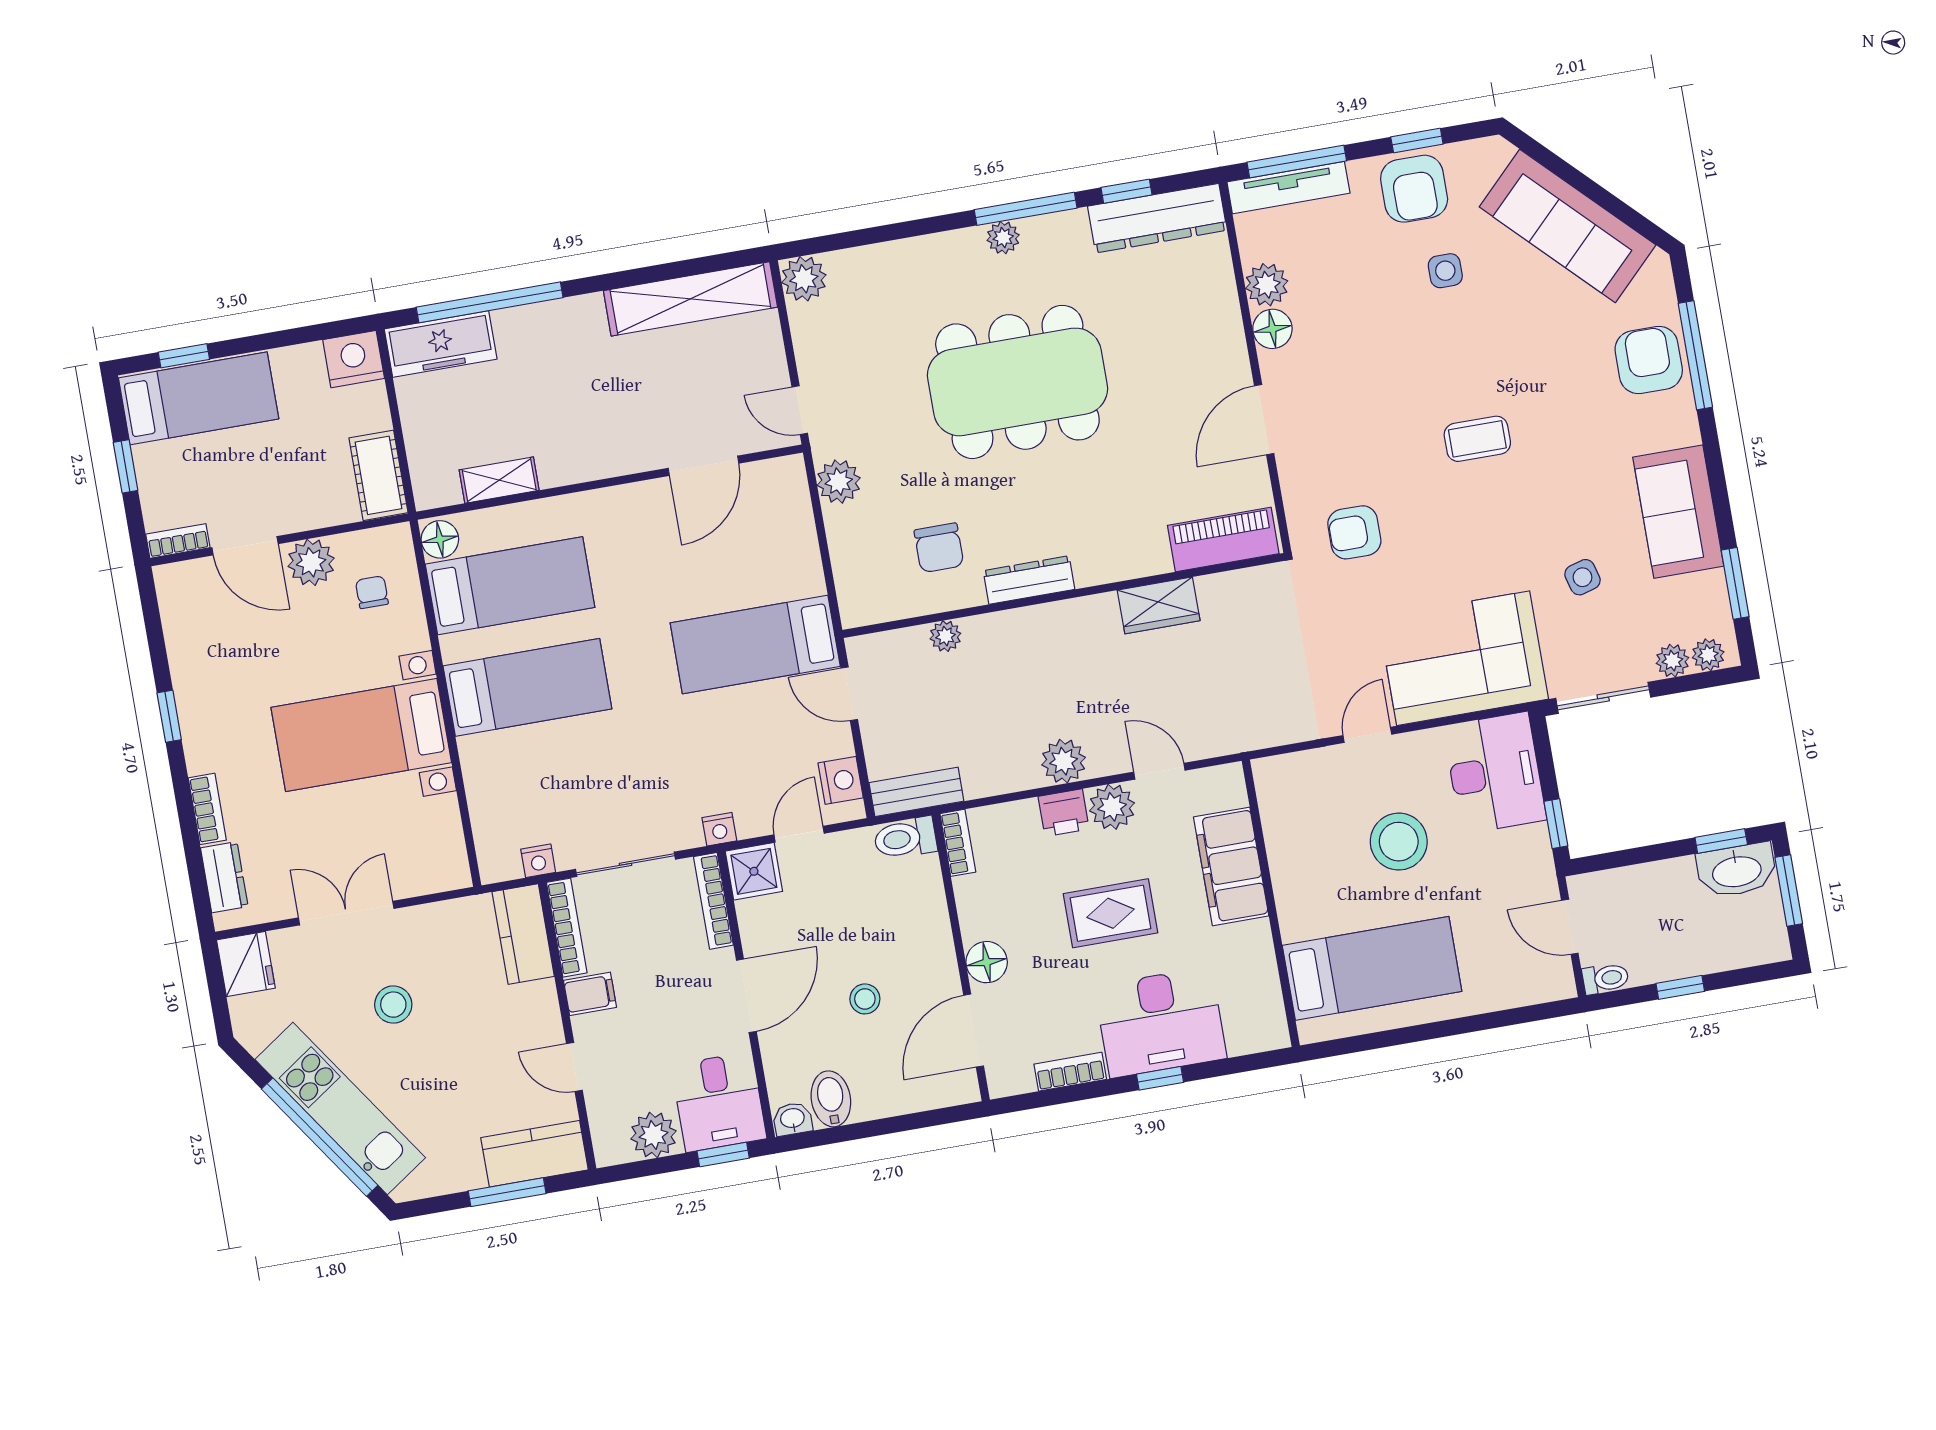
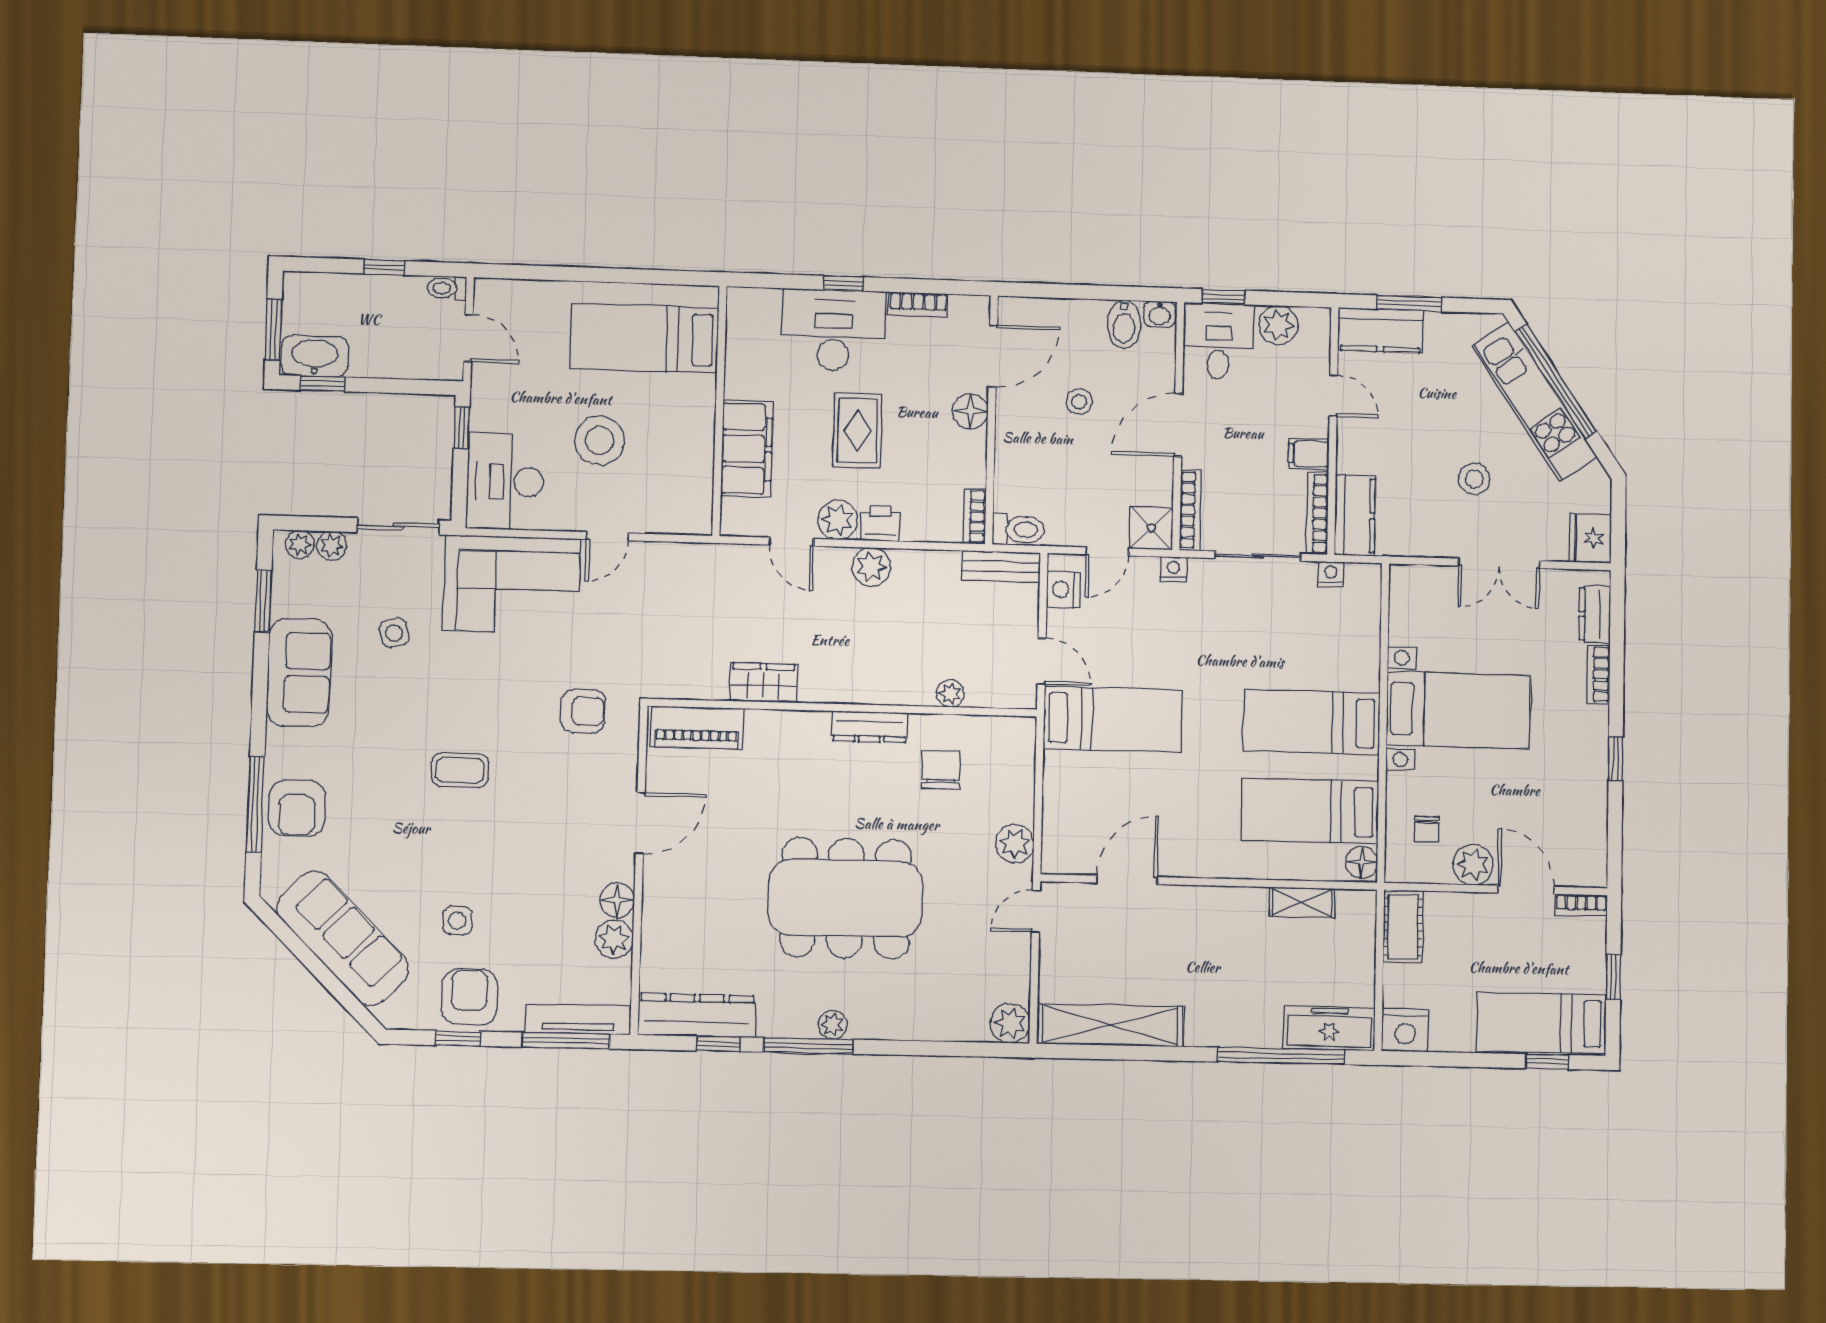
door: (800, 410) -> (1036, 911), swing flipped
rug: (1110, 913) -> (857, 430), turned 90

